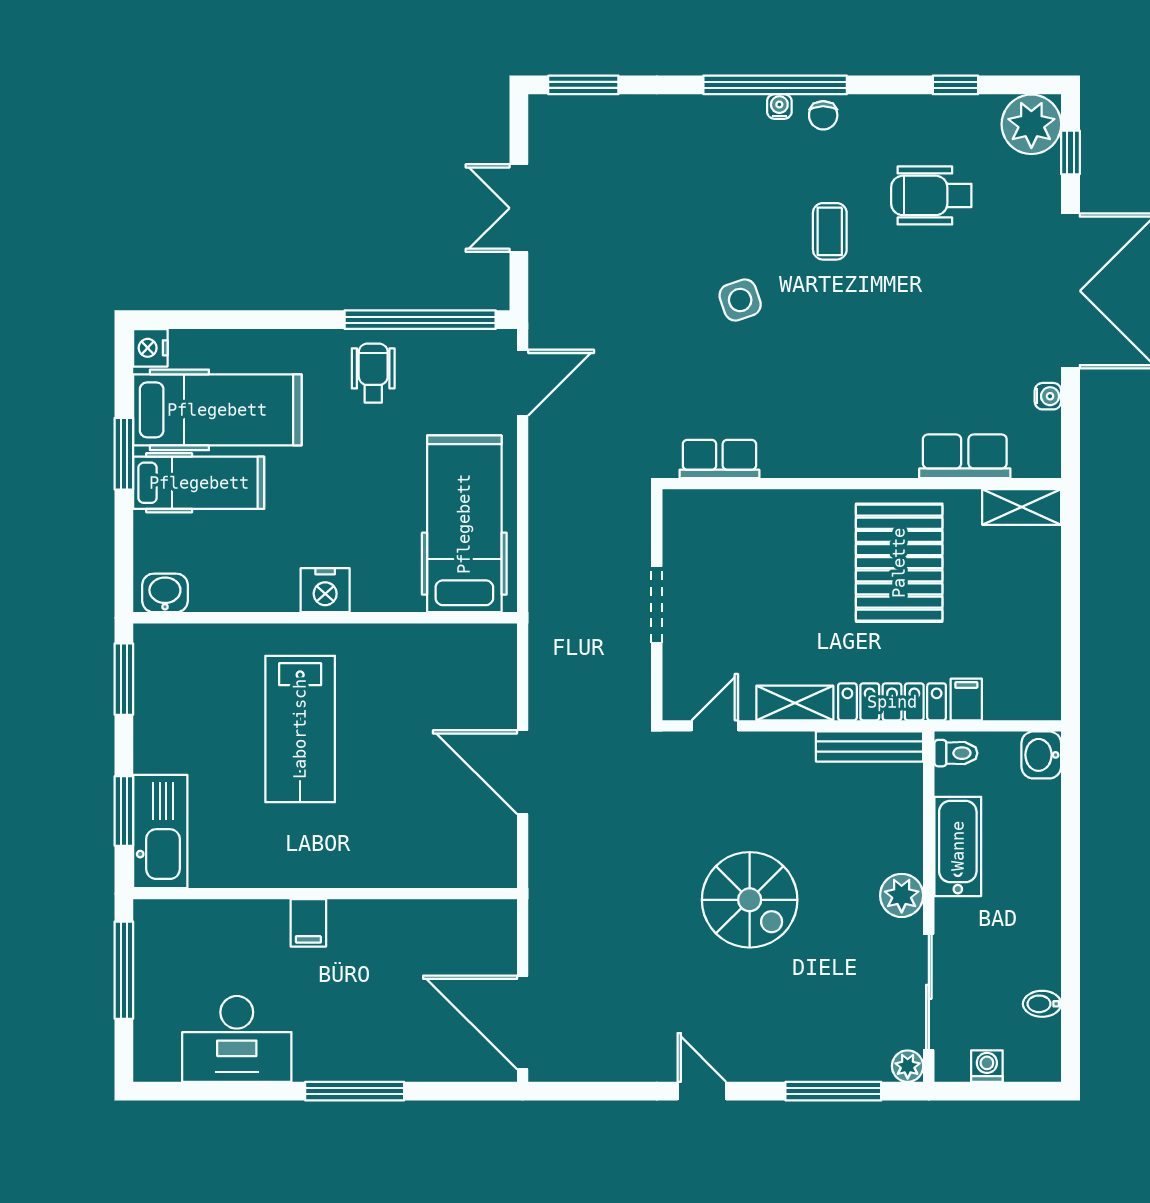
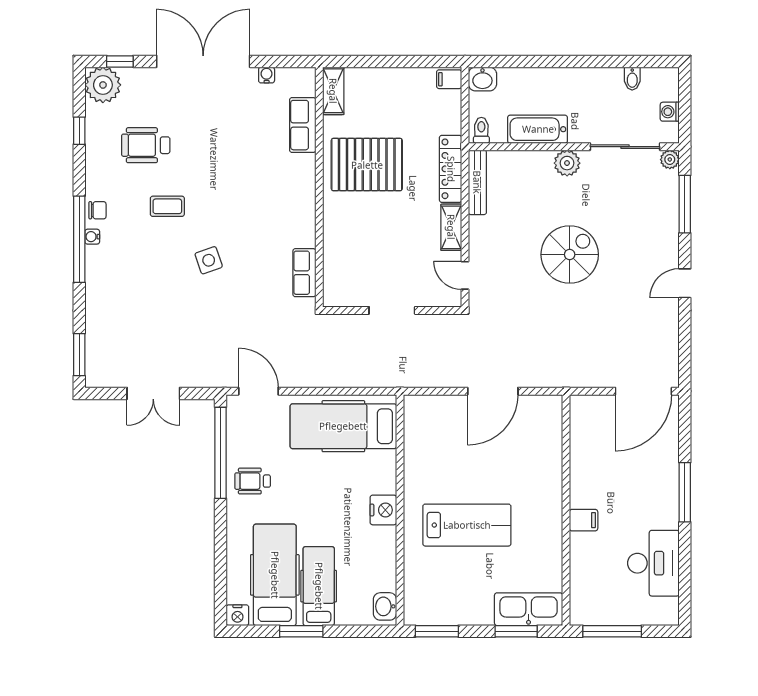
wheelchair: (931, 195) -> (146, 145), turned 90
filing cabinet: (966, 700) -> (449, 79), moved

